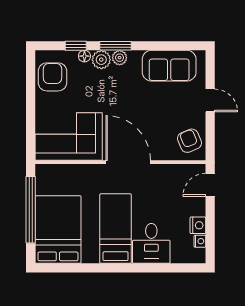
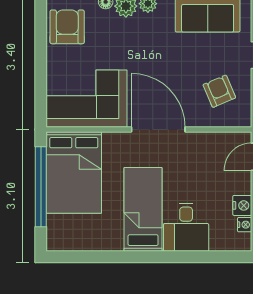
armchair: (190, 141) -> (219, 91), moved
bed: (58, 230) -> (74, 172), moved, turned 180

